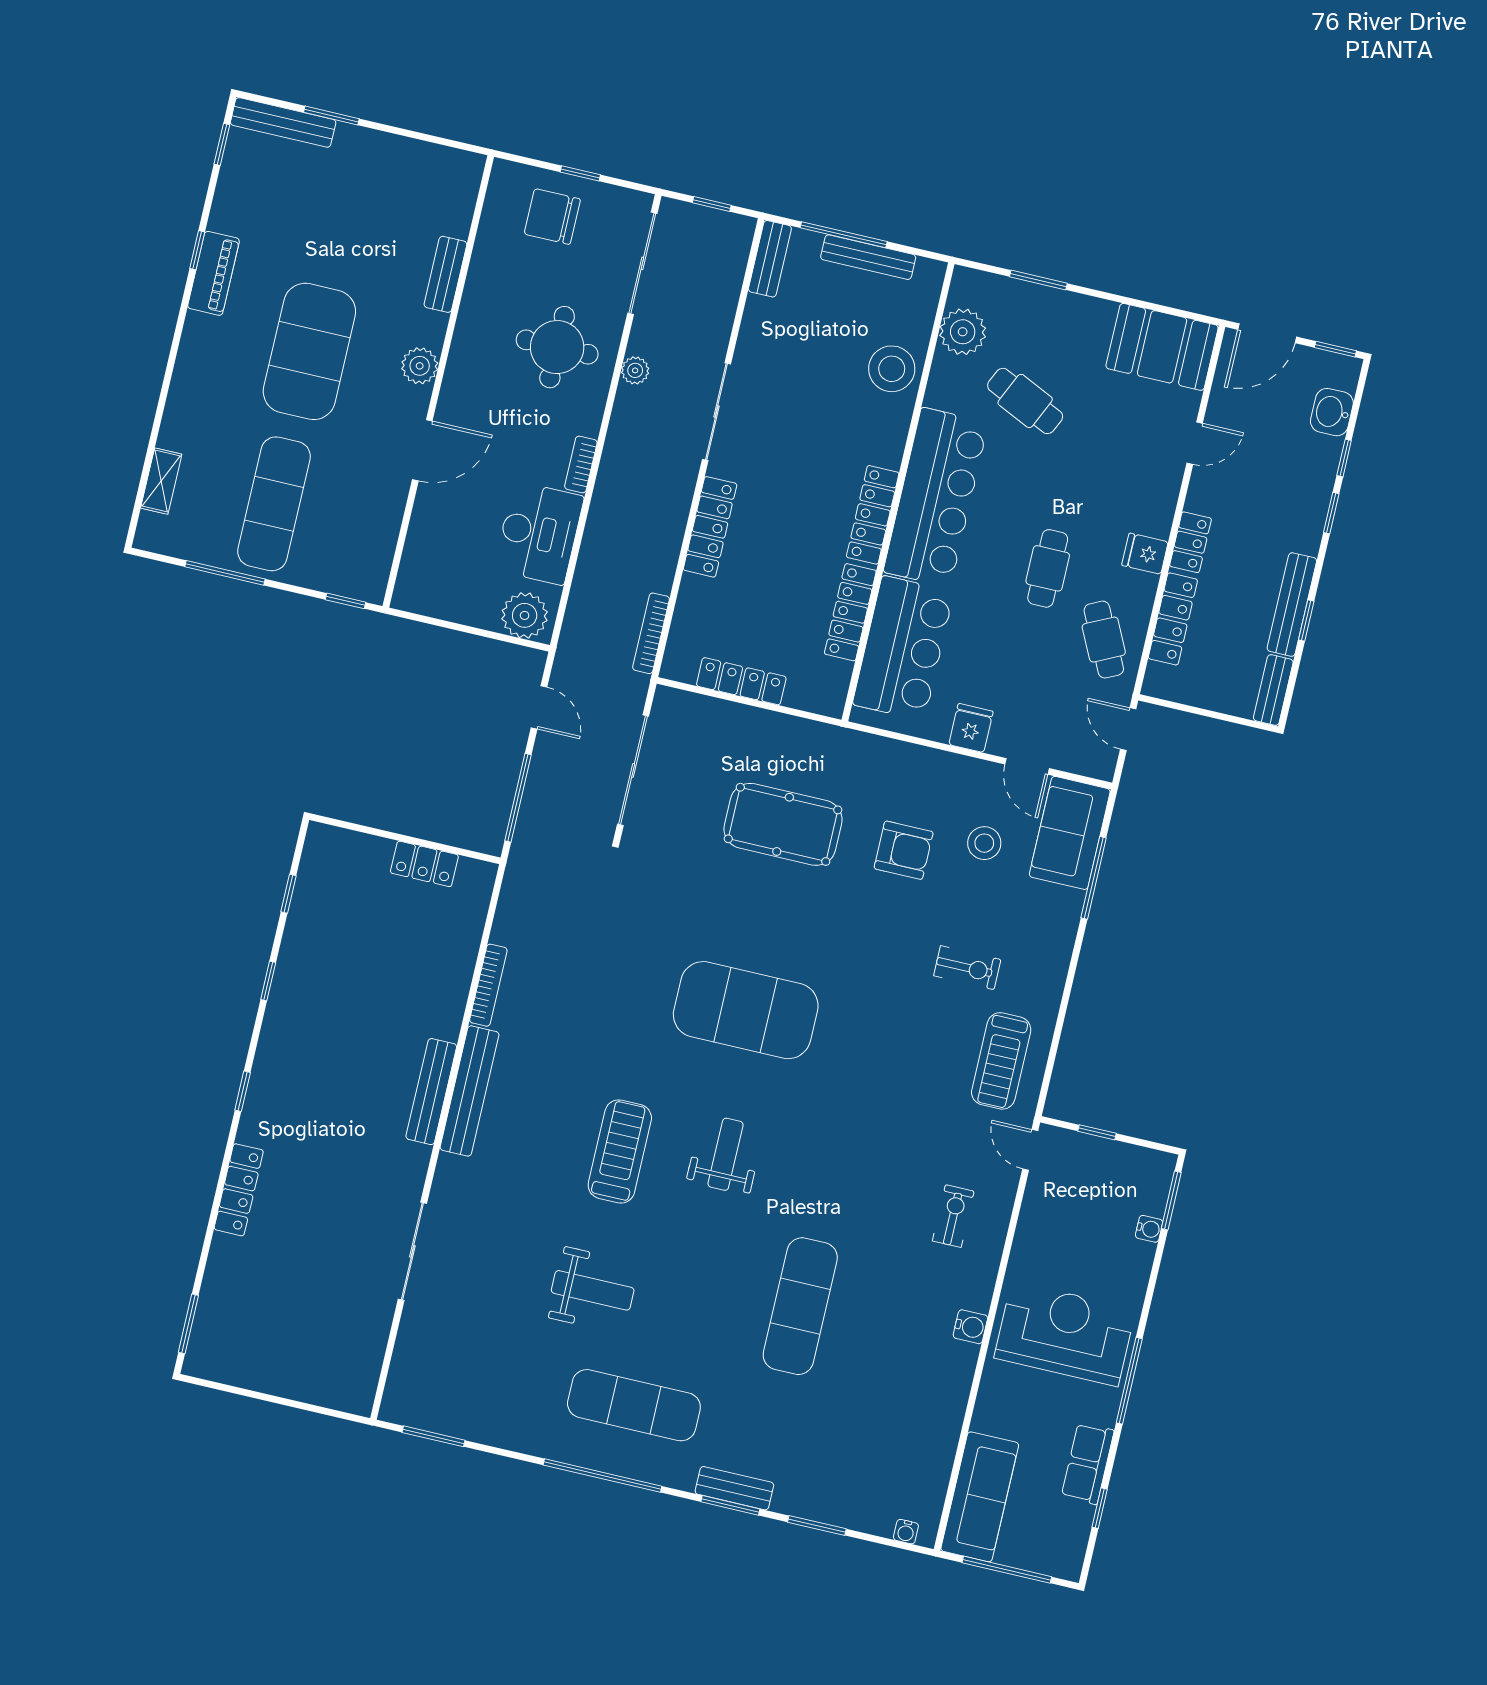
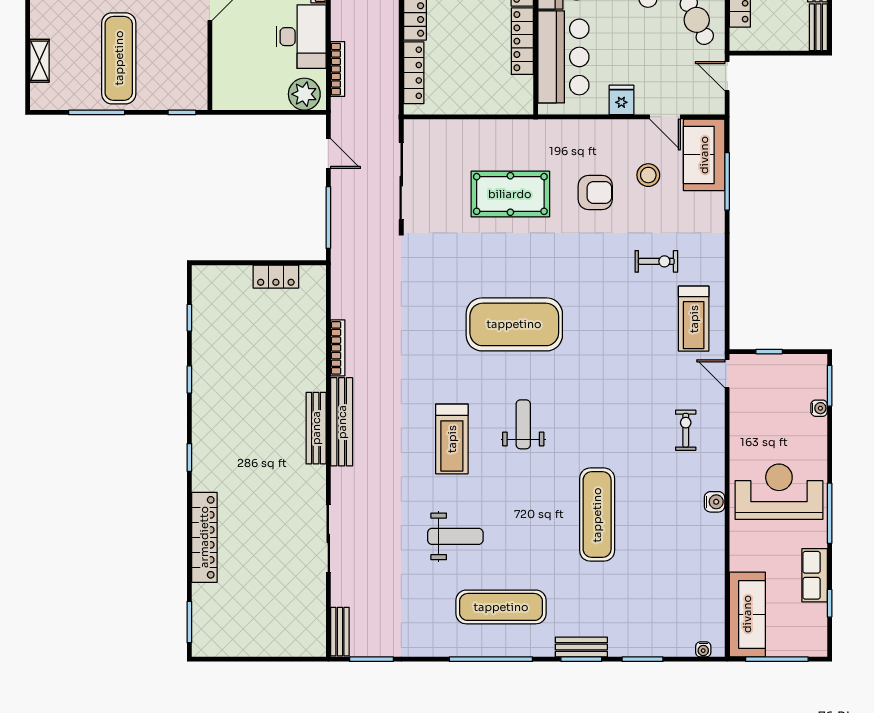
bookcase: (651, 633) -> (338, 69), moved, turned 180
locker: (741, 681) -> (414, 73), moved, turned 90
treadmill: (620, 1151) -> (452, 439), turned 180
locker: (239, 1190) -> (204, 537), width x1.41, depth x1.21
bench: (398, 1387) -> (340, 632), added

